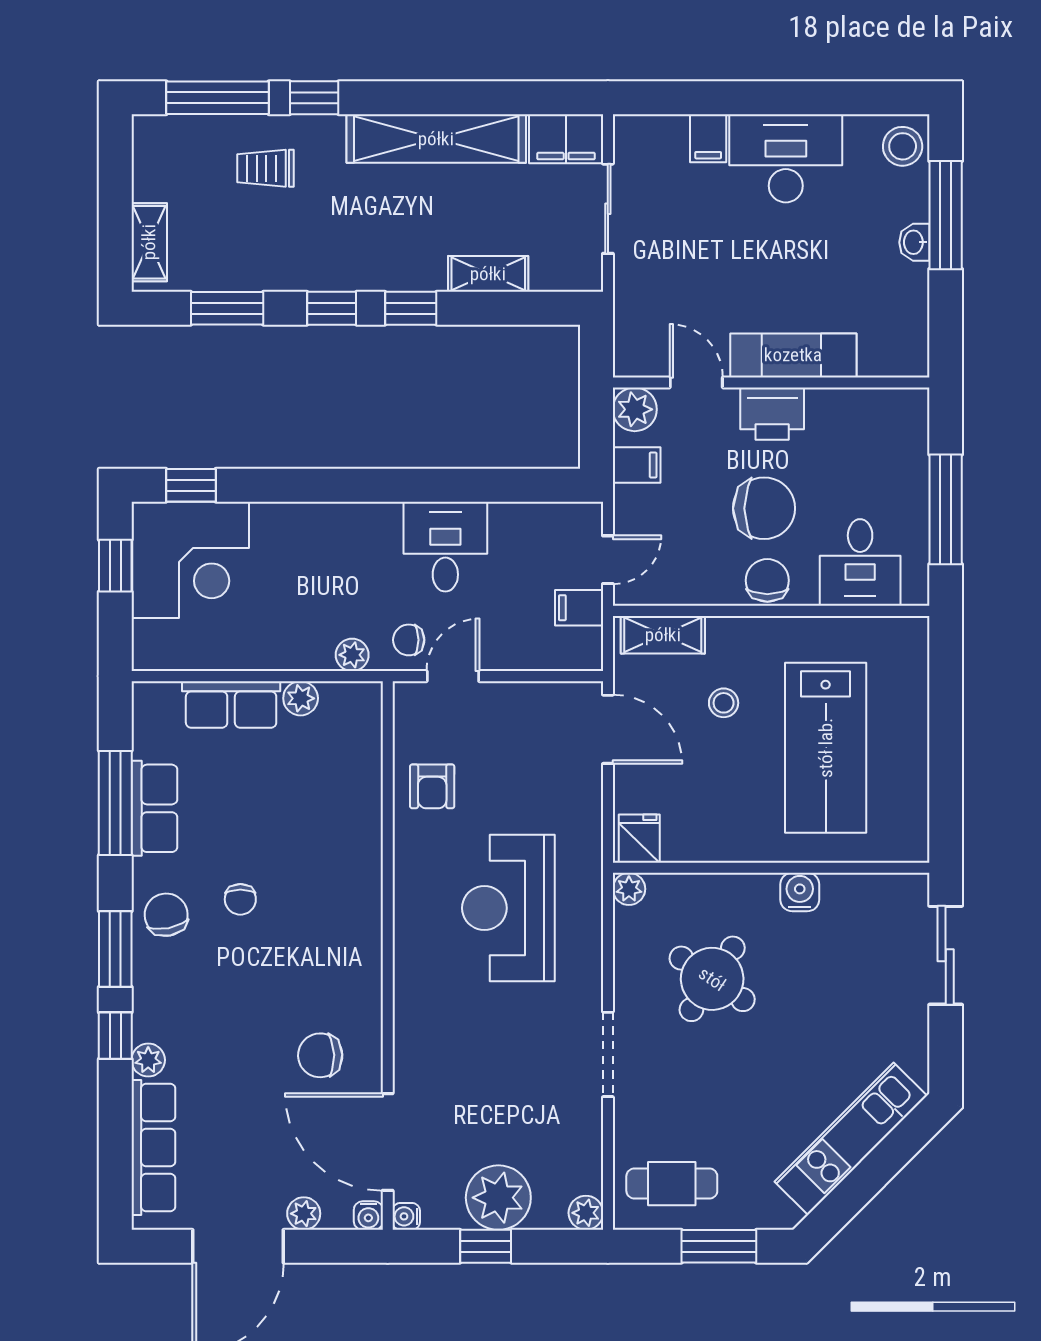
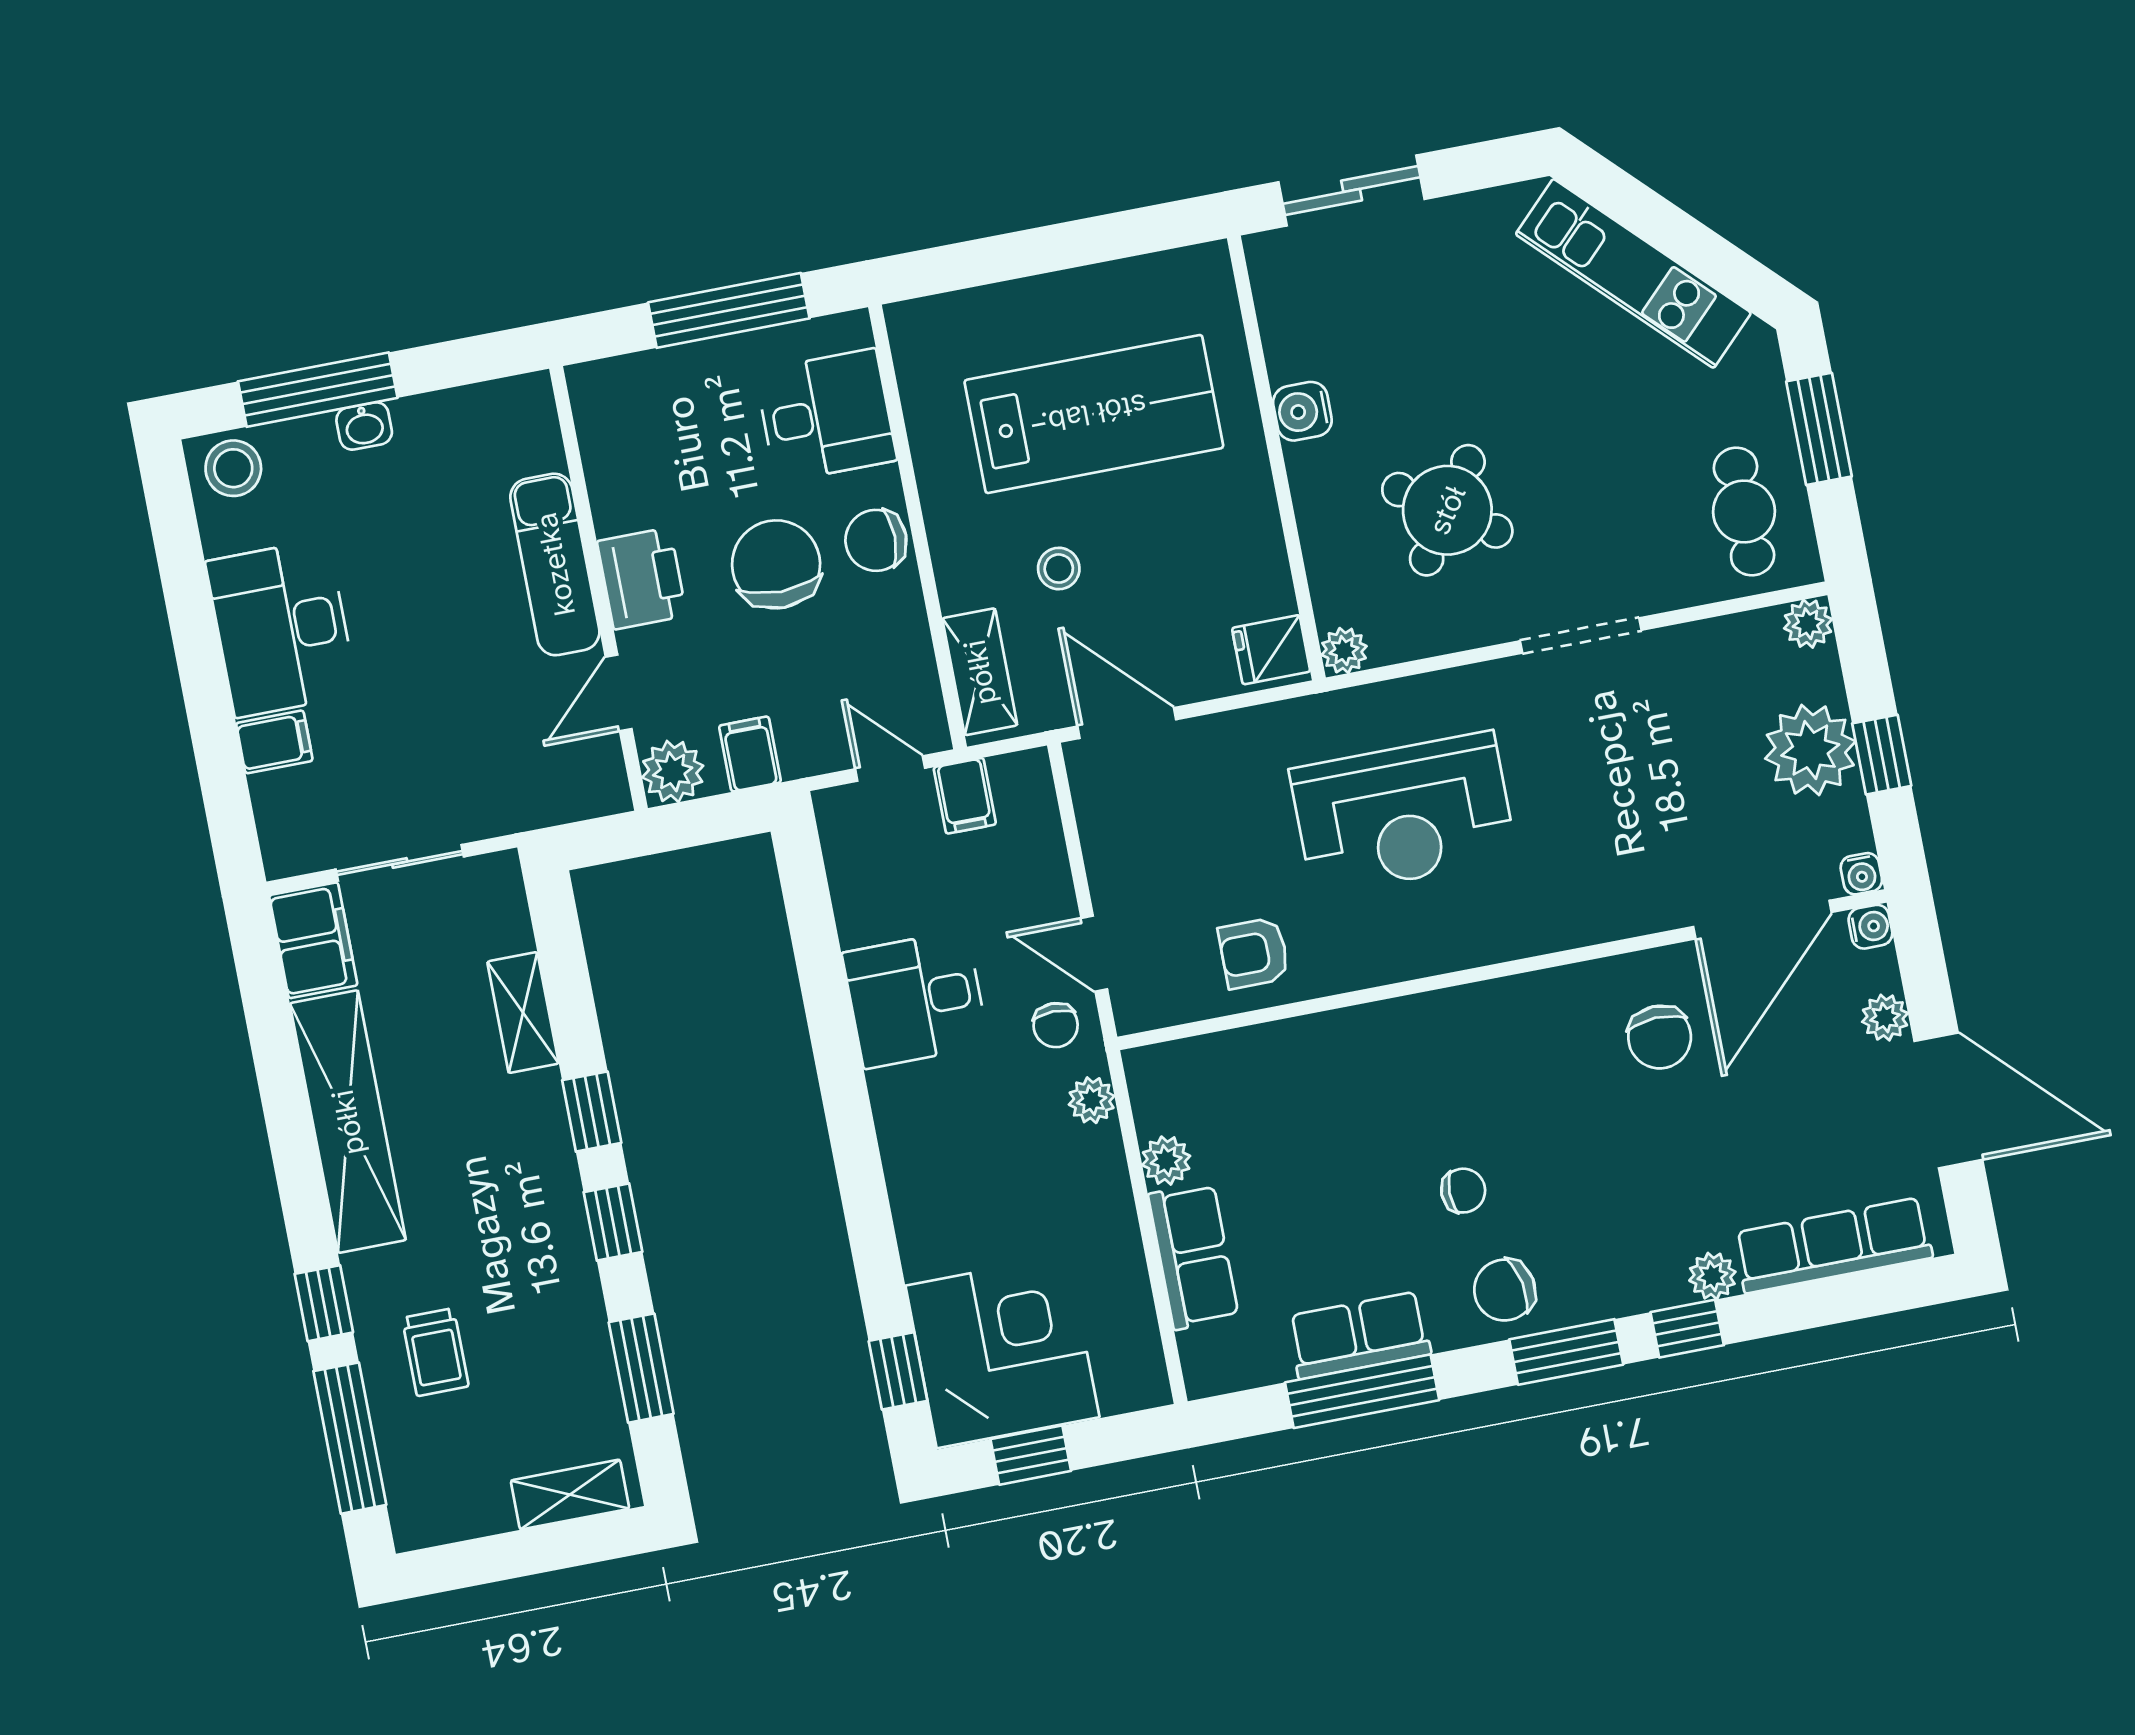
door: (608, 729) -> (1127, 723), hinge flipped
armchair: (432, 786) -> (1254, 953), turned 180

